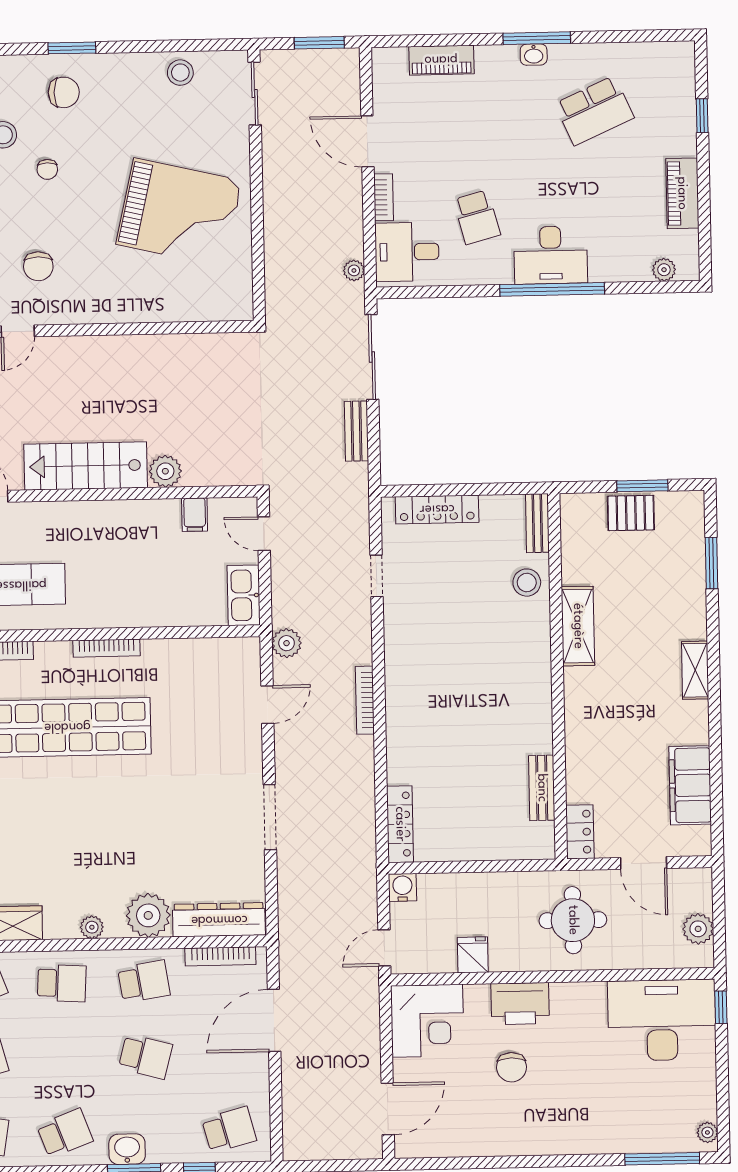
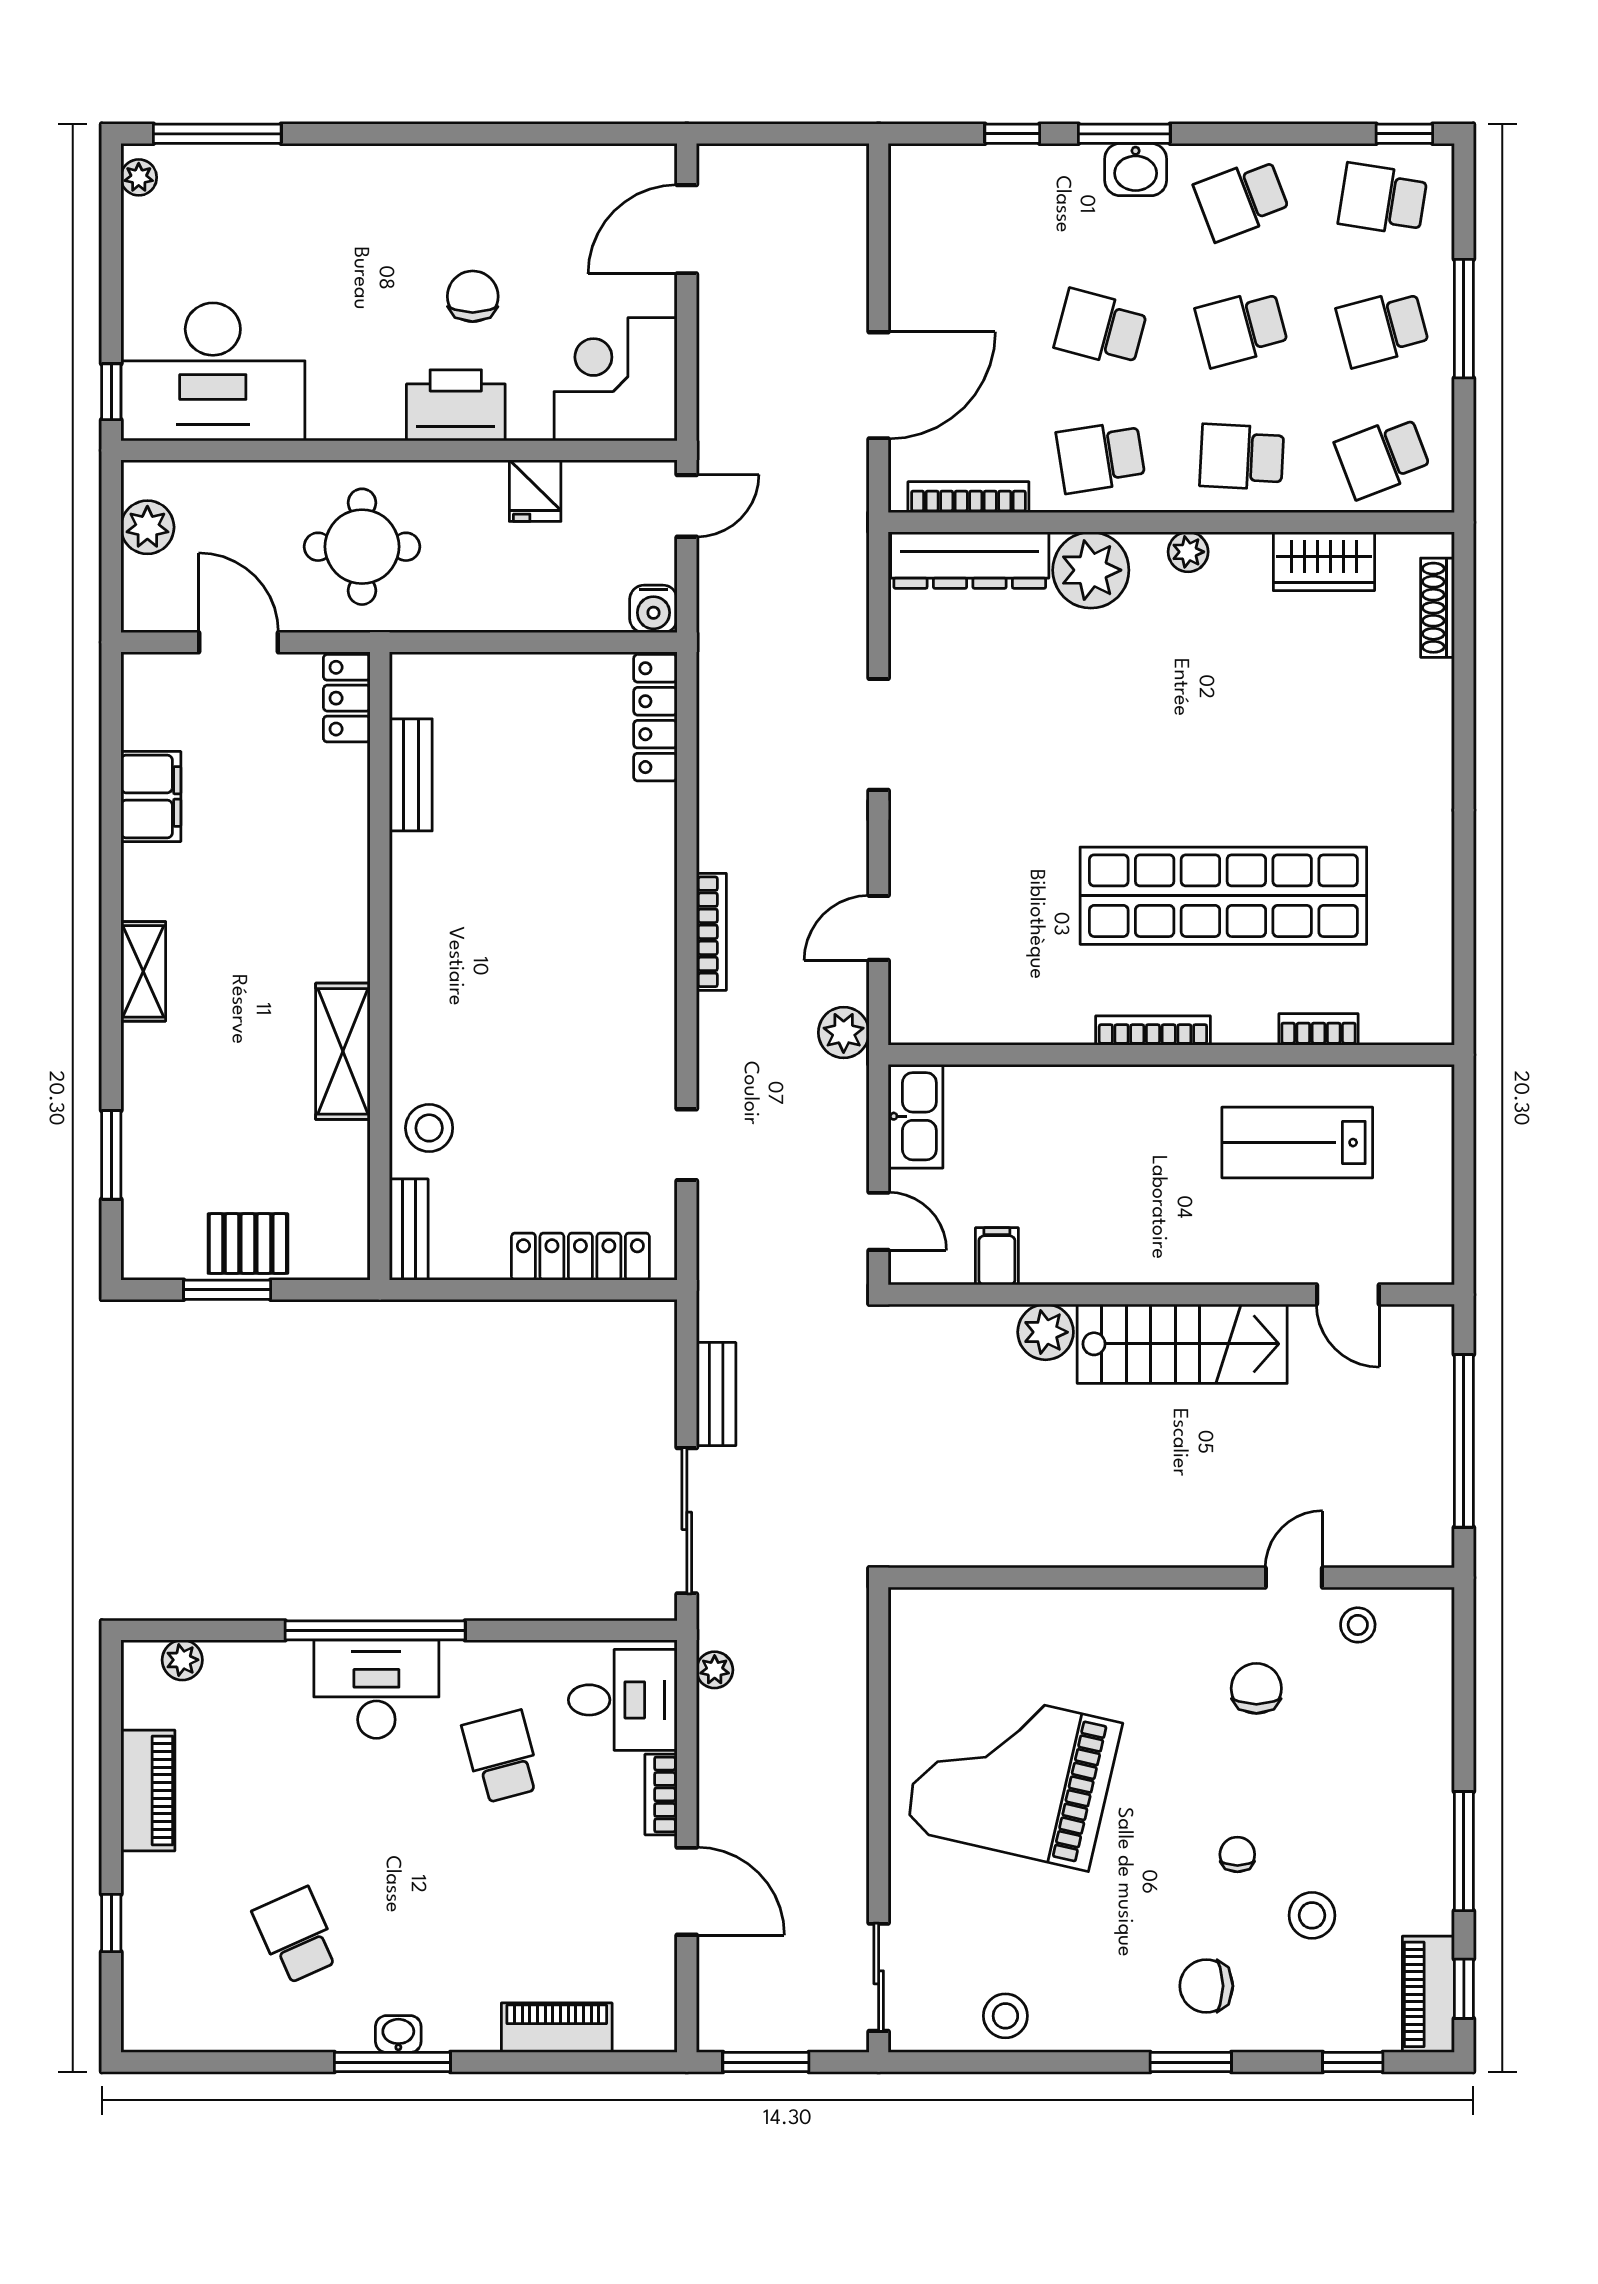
school desk: (594, 111) -> (296, 1936), width x0.54
filing cabinet: (690, 785) -> (151, 796), width x0.67, depth x0.86
school desk: (229, 1130) -> (1242, 328), moved

